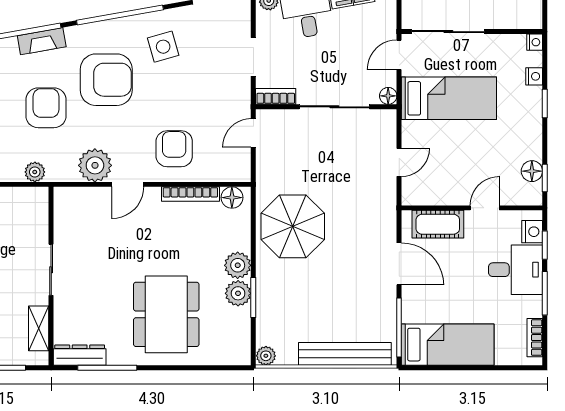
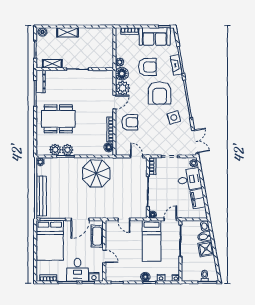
door: (399, 55) -> (170, 219), hinge flipped
floor lamp: (62, 167) -> (122, 74), added
floor lamp: (532, 171) -> (145, 277), moved
door: (128, 184) -> (114, 102), swing flipped
plant: (238, 265) -> (55, 150), moved
bed: (448, 345) -> (50, 240), width x1.50

